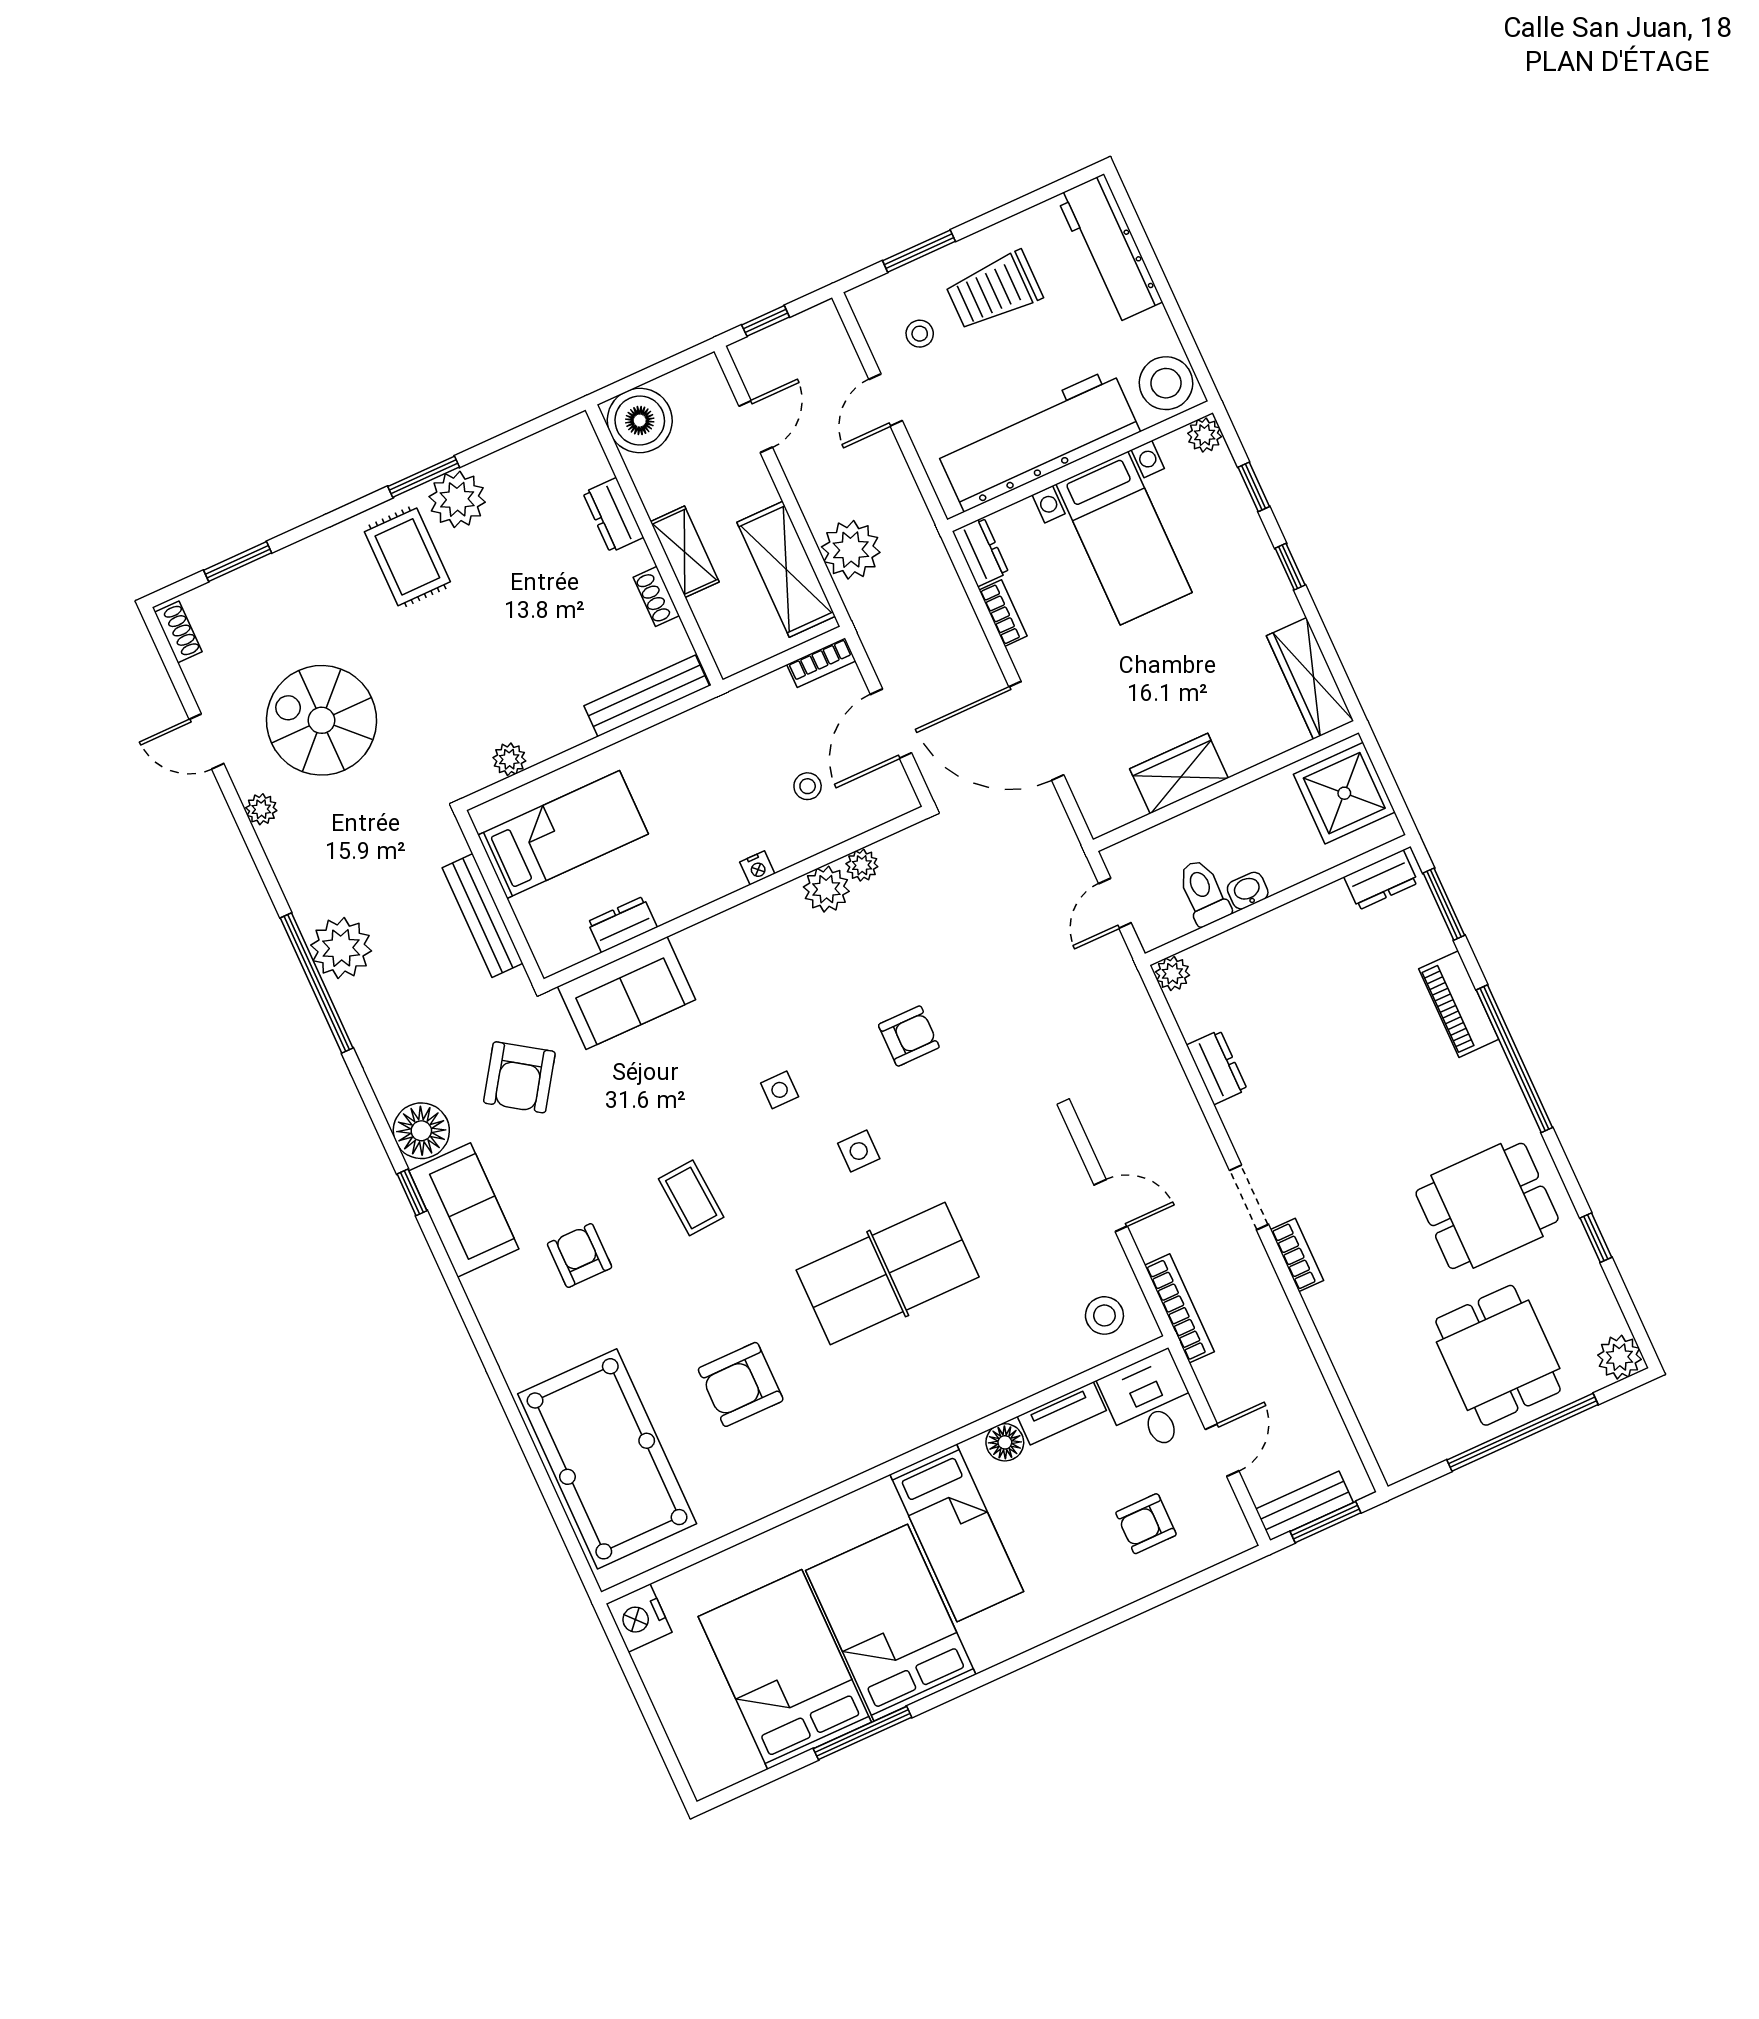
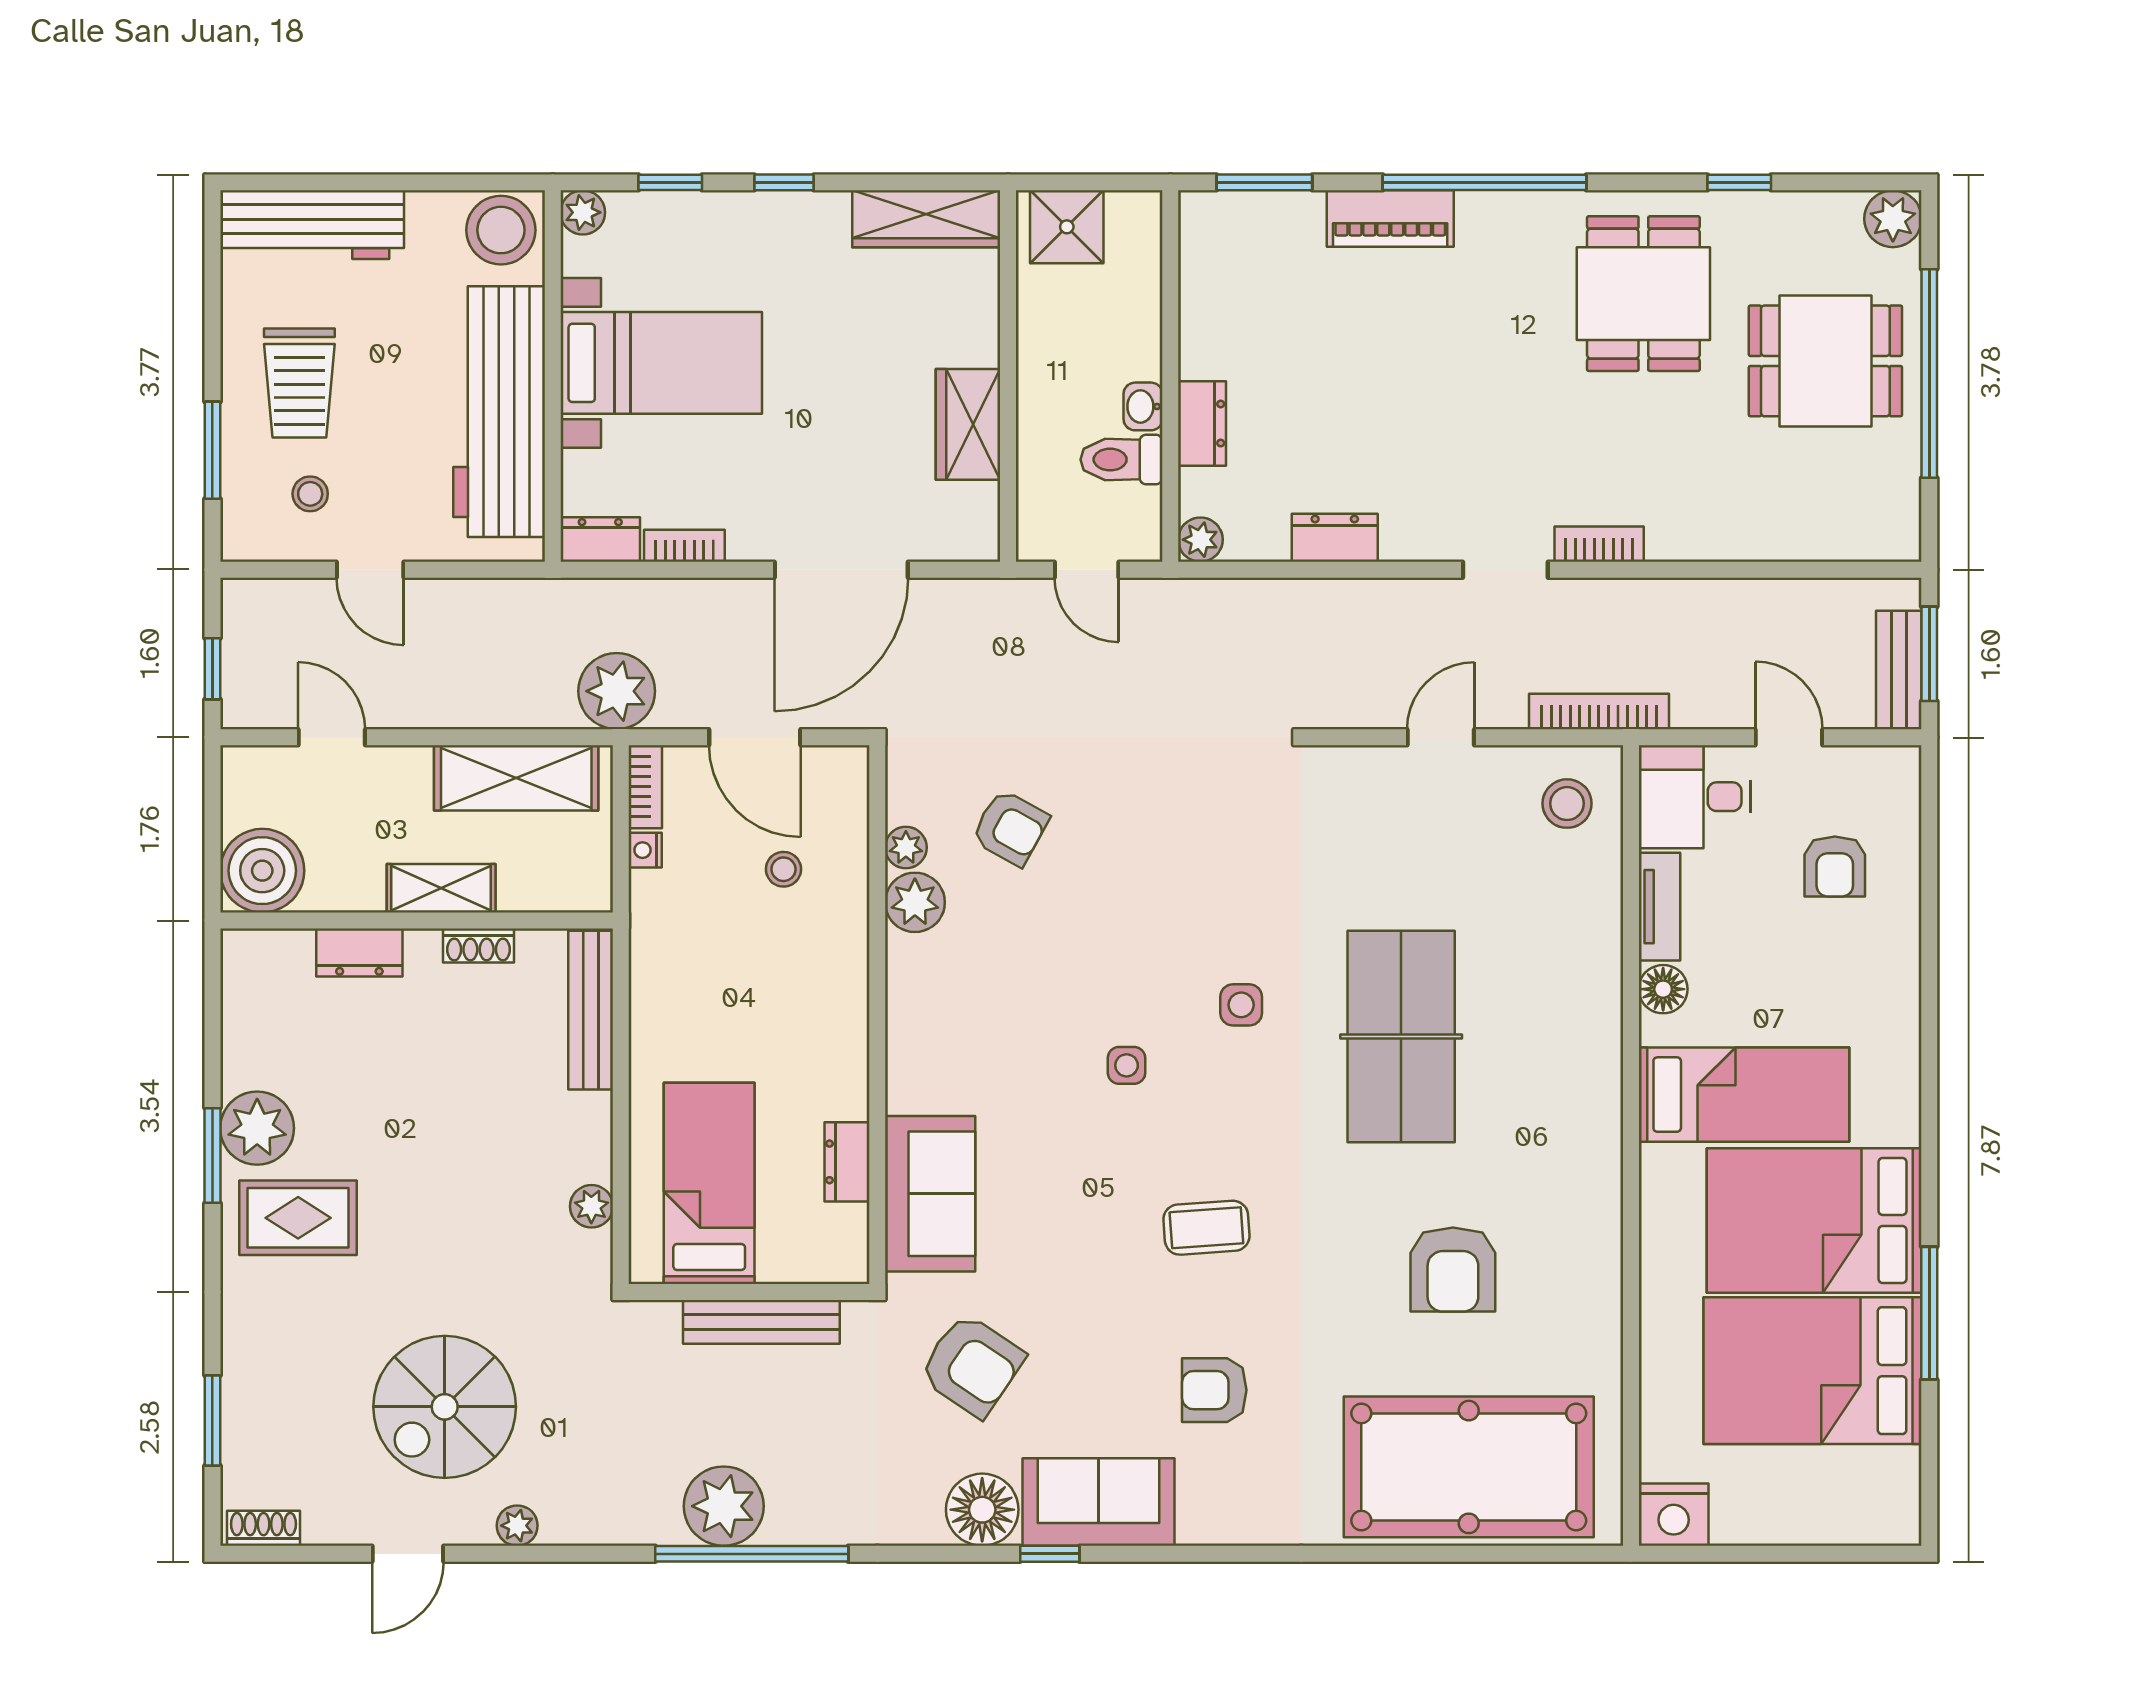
plant: (851, 550) -> (617, 691), moved
shower: (1344, 793) -> (1067, 227), width x0.73, depth x0.73
nightstand: (757, 868) -> (645, 850), moved, turned 180
dresser: (1381, 880) -> (1202, 424), moved
armchair: (909, 1036) -> (1010, 828), moved, turned 119

